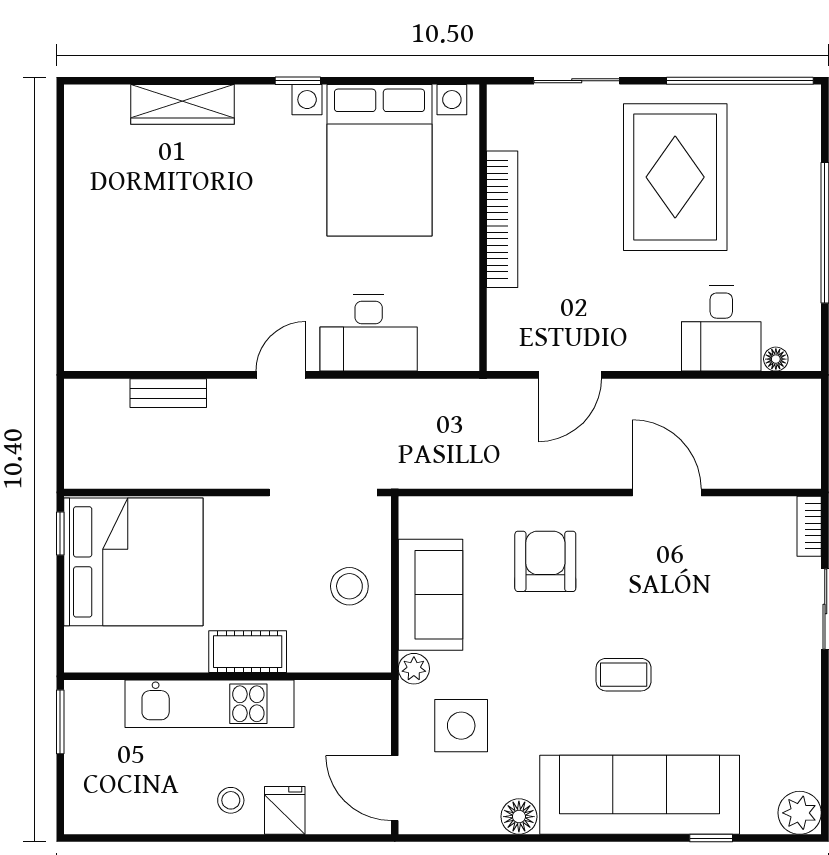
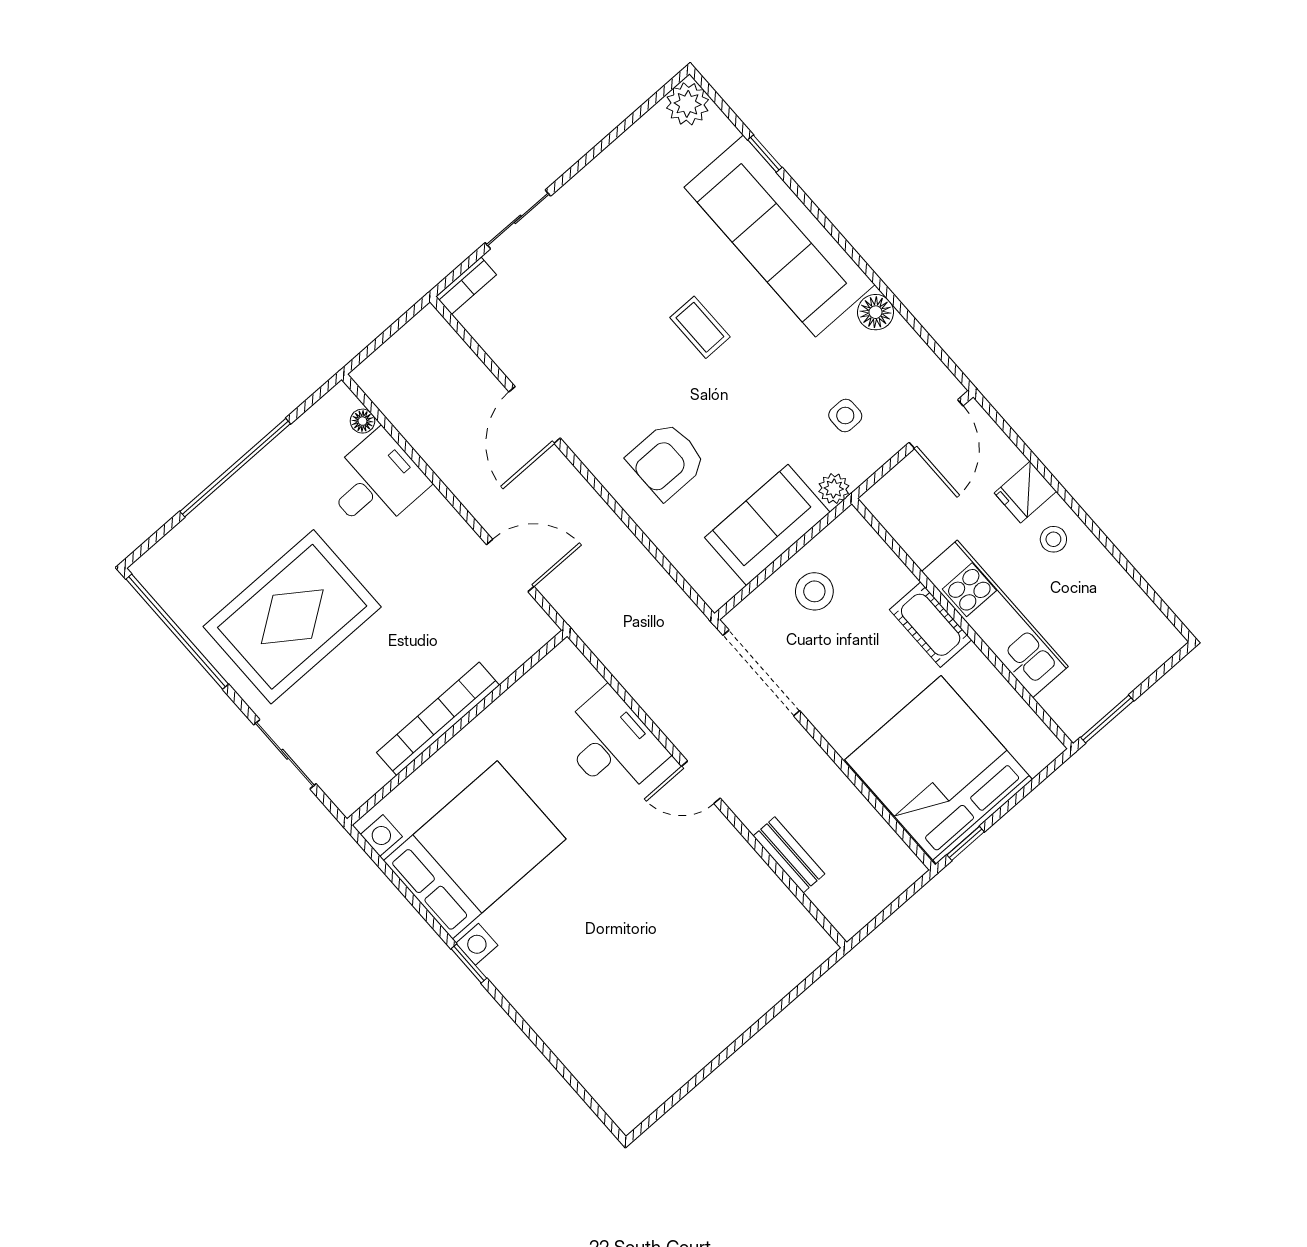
wardrobe: (182, 104) -> (563, 1035), removed
side table: (461, 726) -> (845, 416), width x0.54, depth x0.54

